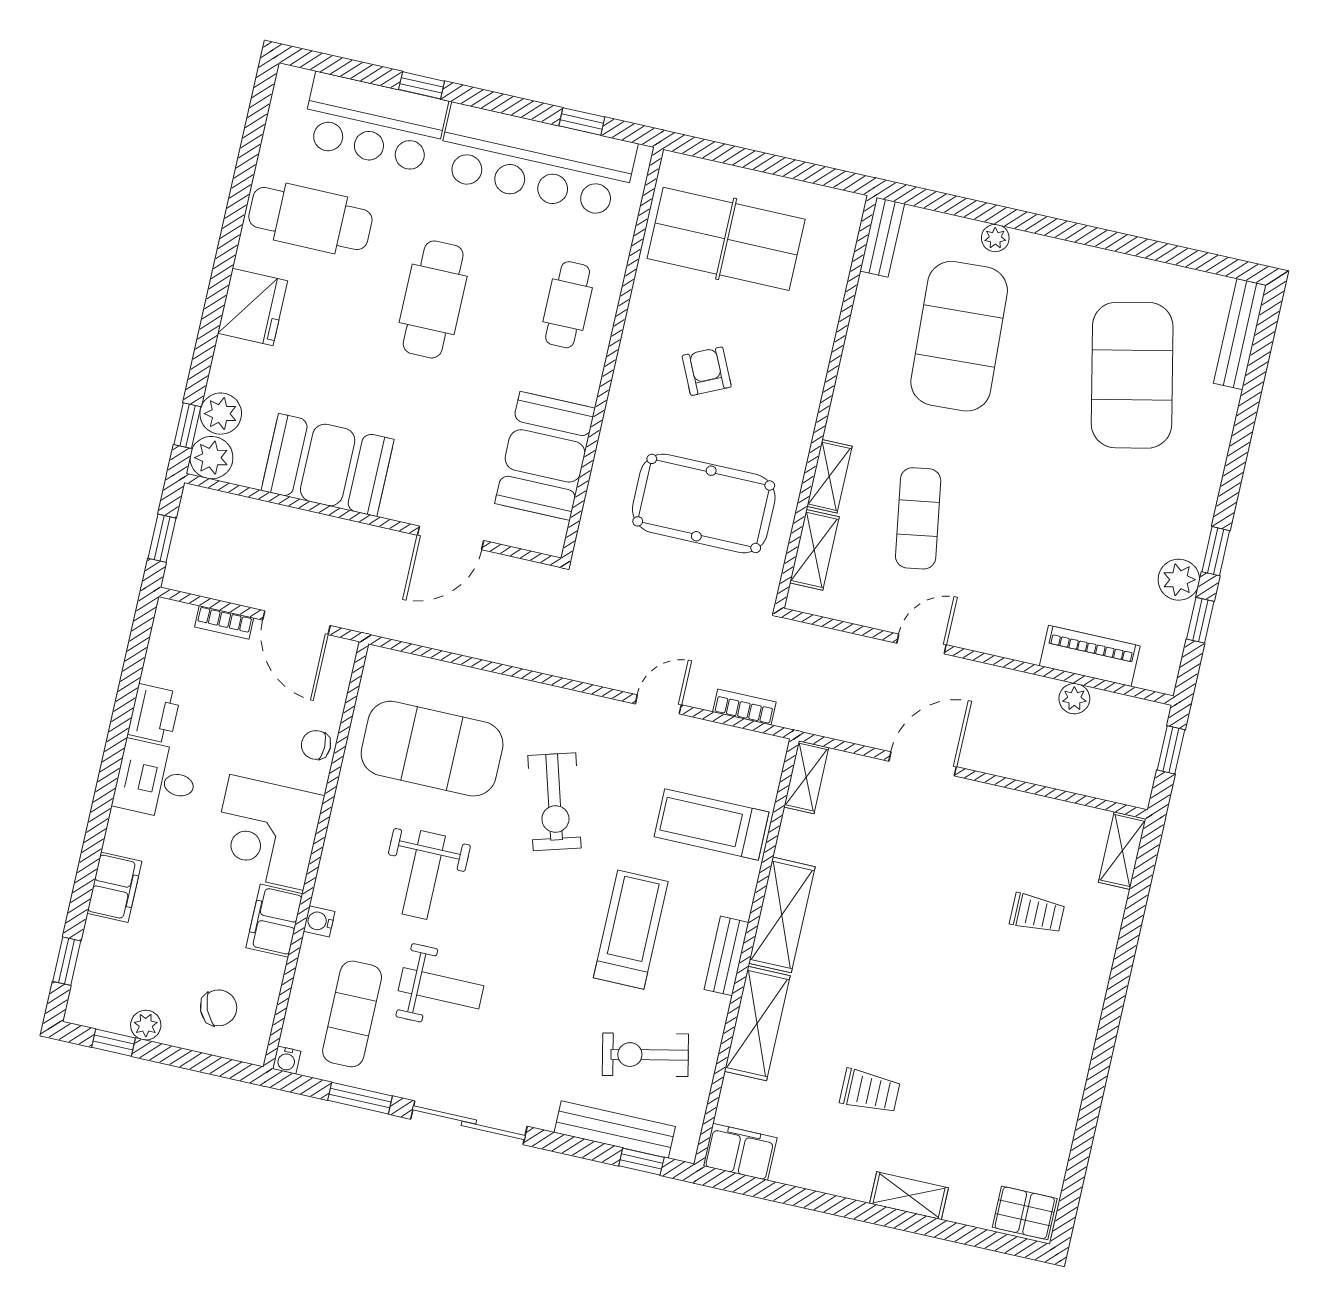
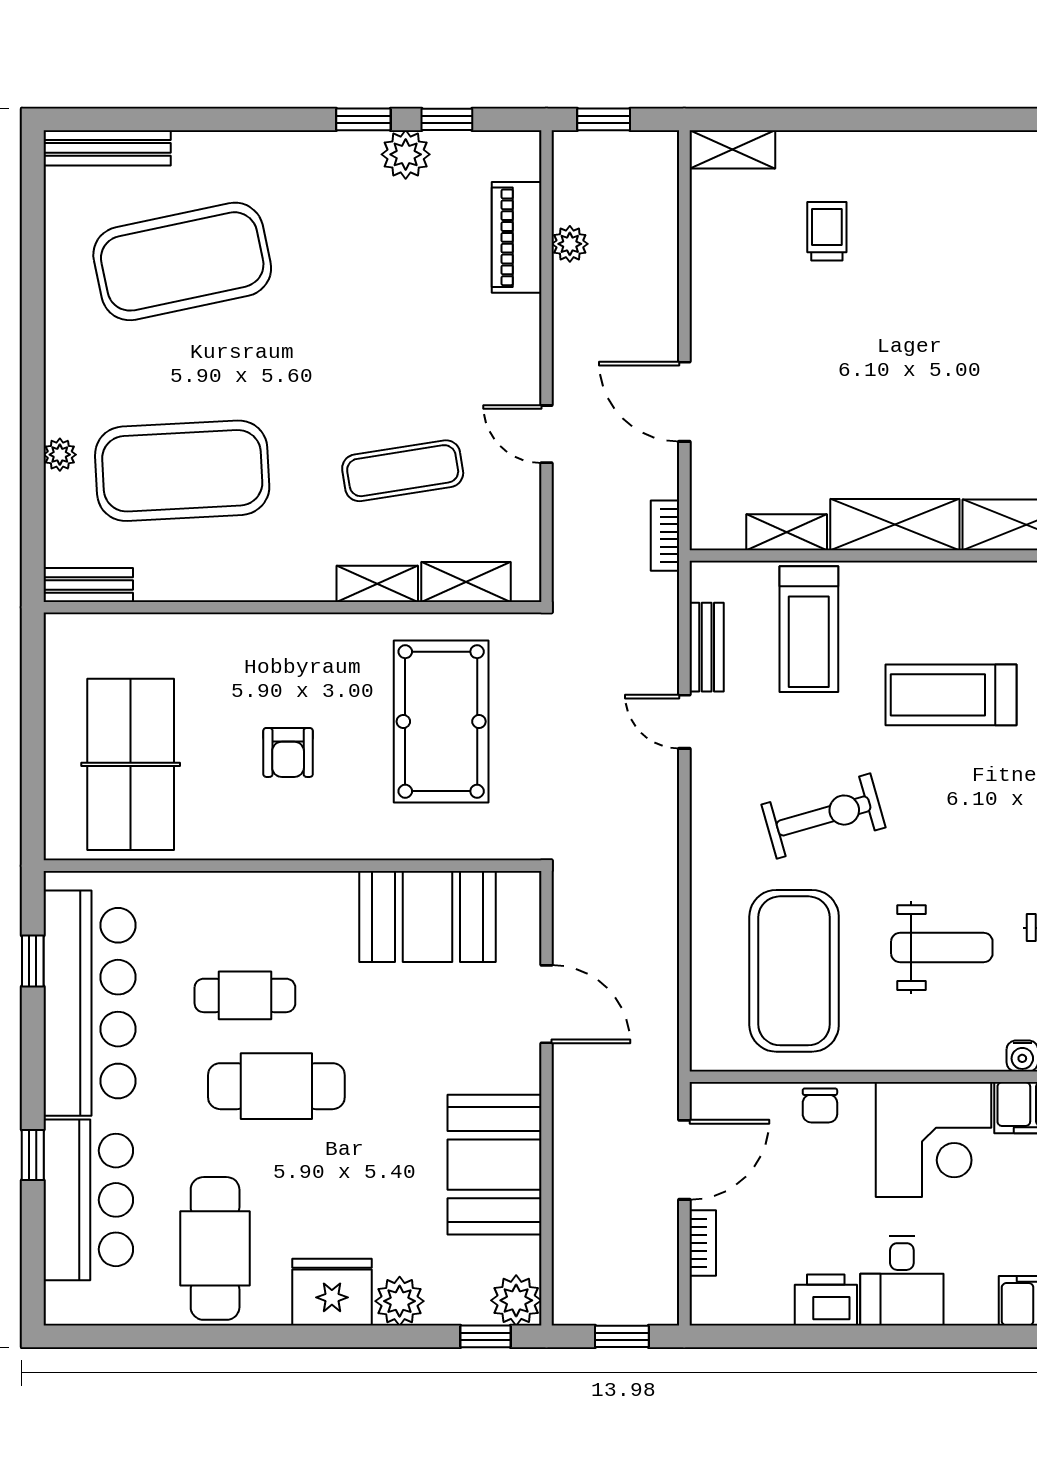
cafe table: (568, 305) -> (245, 995), moved
armchair: (707, 371) -> (288, 752), turned -65
plant: (221, 414) -> (400, 1301), moved
bookcase: (744, 707) -> (665, 536), moved
shelving: (806, 777) -> (787, 532), moved
bench: (727, 956) -> (707, 647), moved, turned 90

